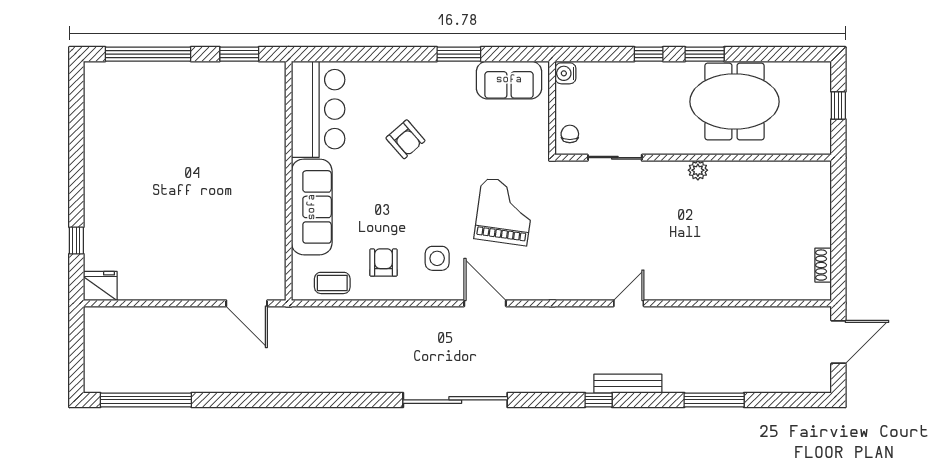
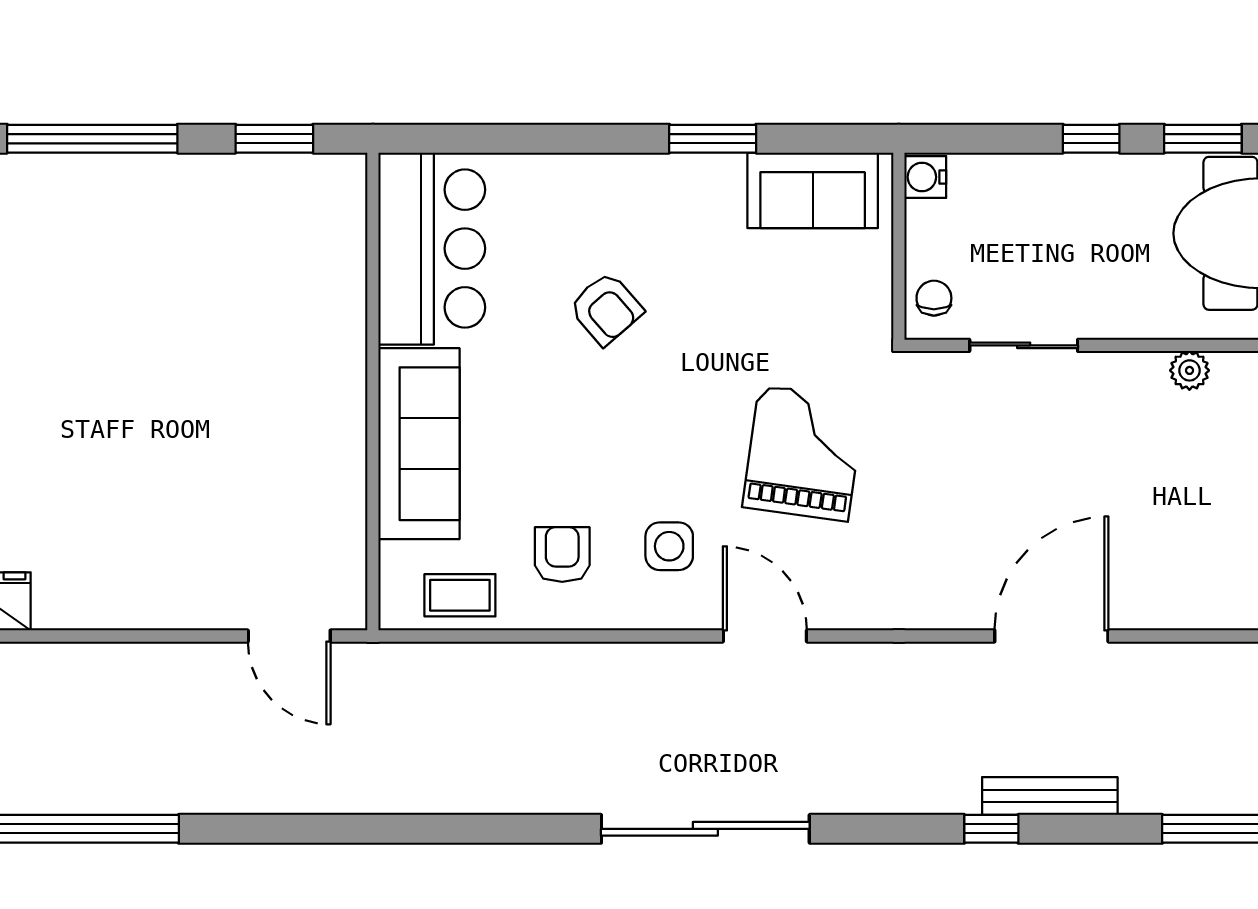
door: (629, 303) -> (1051, 636), width x1.87

